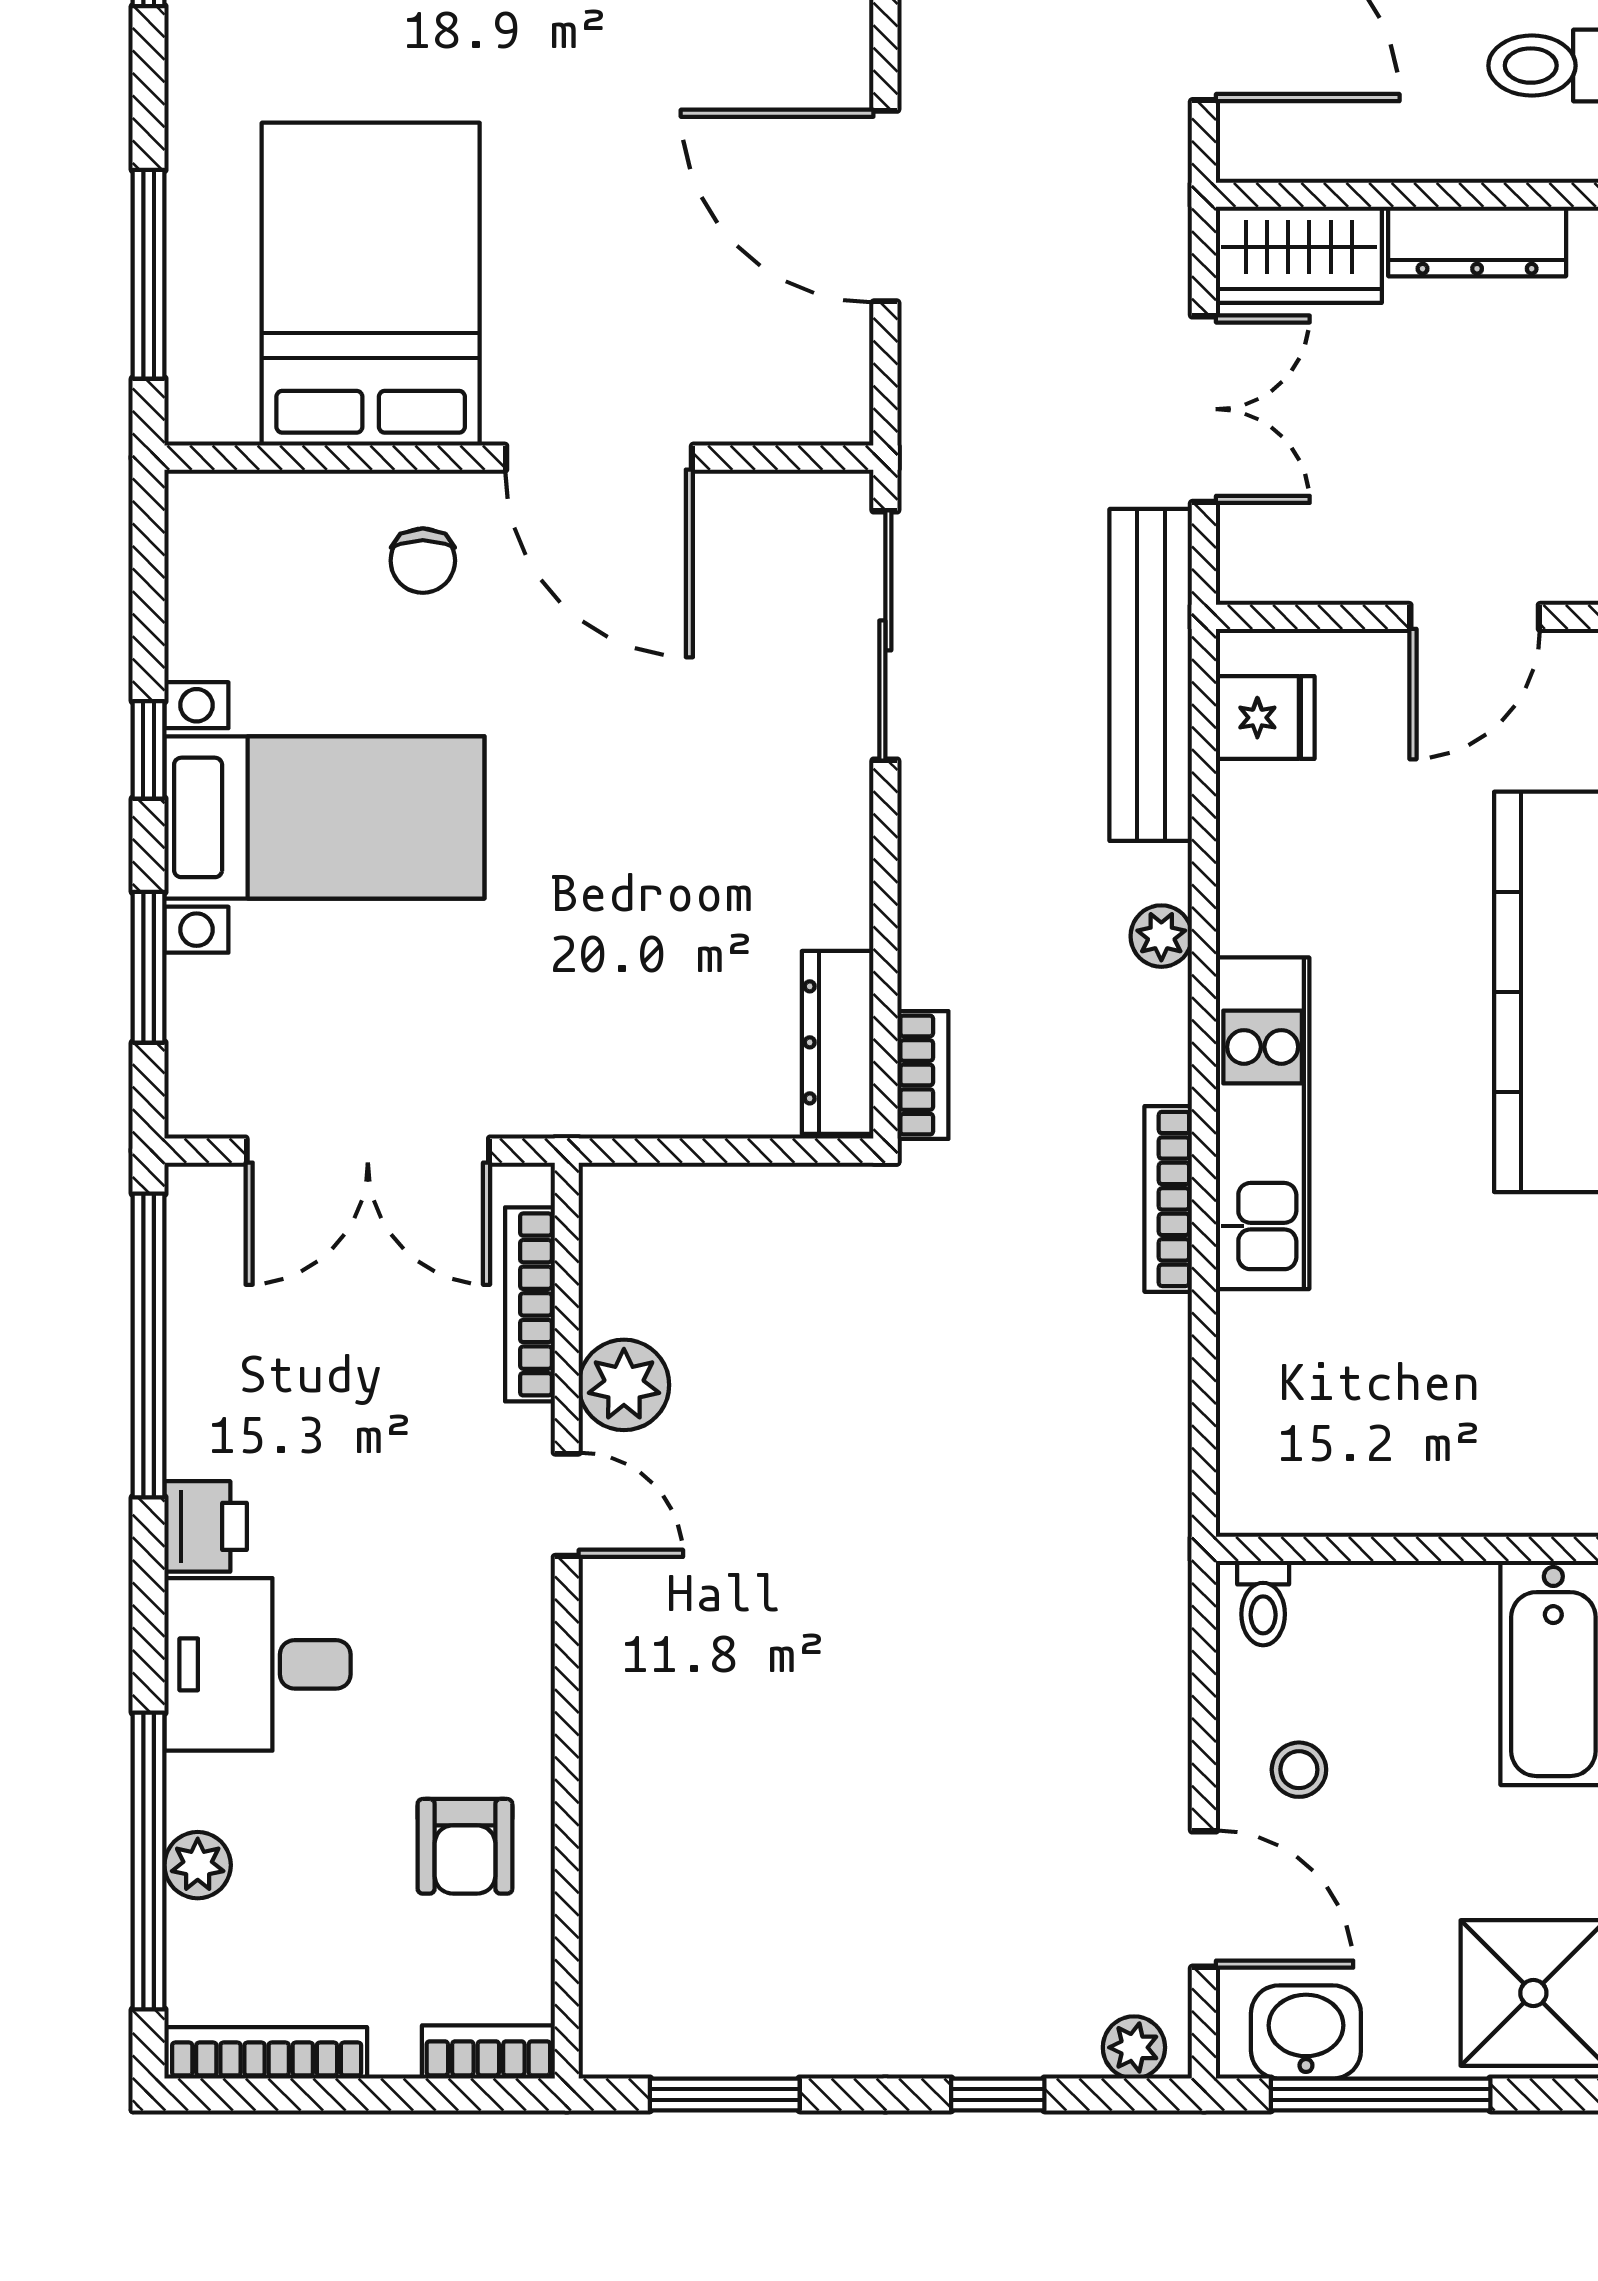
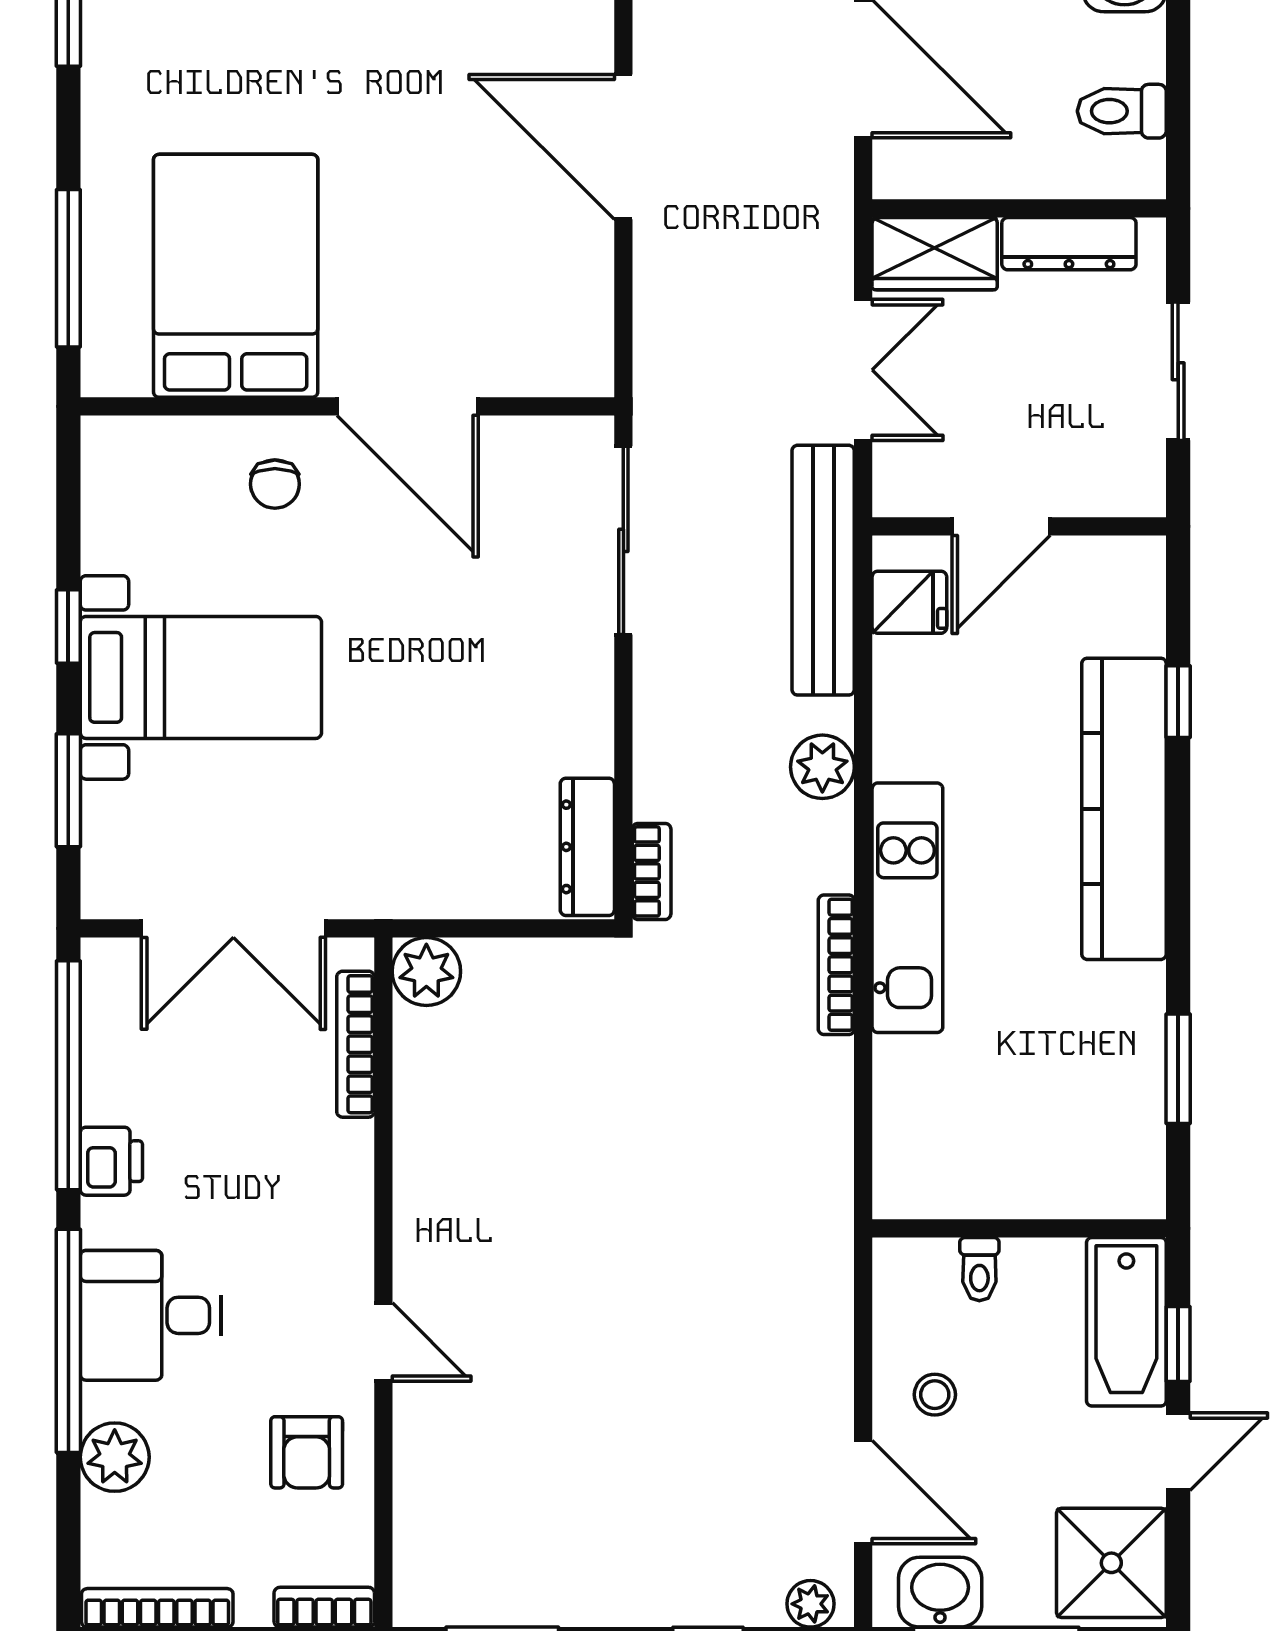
door: (885, 206) -> (623, 147), moved
door: (1475, 617) -> (1001, 526), moved
plant: (1161, 936) -> (822, 767), width x1.38, depth x1.38
plant: (624, 1385) -> (426, 971), moved
door: (567, 1505) -> (383, 1342), moved
printer: (206, 1526) -> (111, 1161), moved
toilet: (1263, 1603) -> (979, 1269), moved
window: (149, 1861) -> (68, 1341), moved
plant: (198, 1865) -> (115, 1457), width x1.38, depth x1.38

